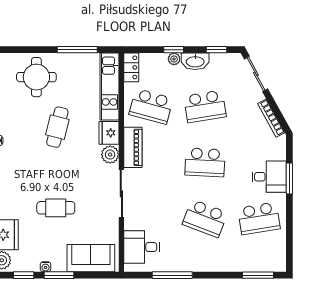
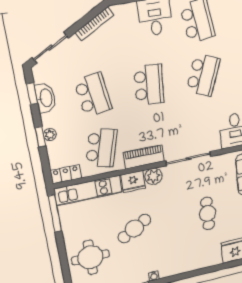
window: (77, 50) -> (55, 213), moved
washbasin: (195, 61) -> (46, 98), moved
cafe table: (57, 127) -> (134, 229), turned -44

